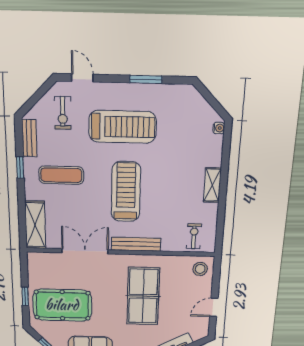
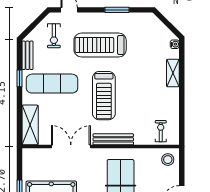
treadmill: (122, 127) -> (100, 45), turned 180
exercise mat: (61, 175) -> (52, 84), width x1.36, depth x1.45
shelving: (212, 185) -> (173, 73), moved
treadmill: (126, 192) -> (104, 96), turned 180

